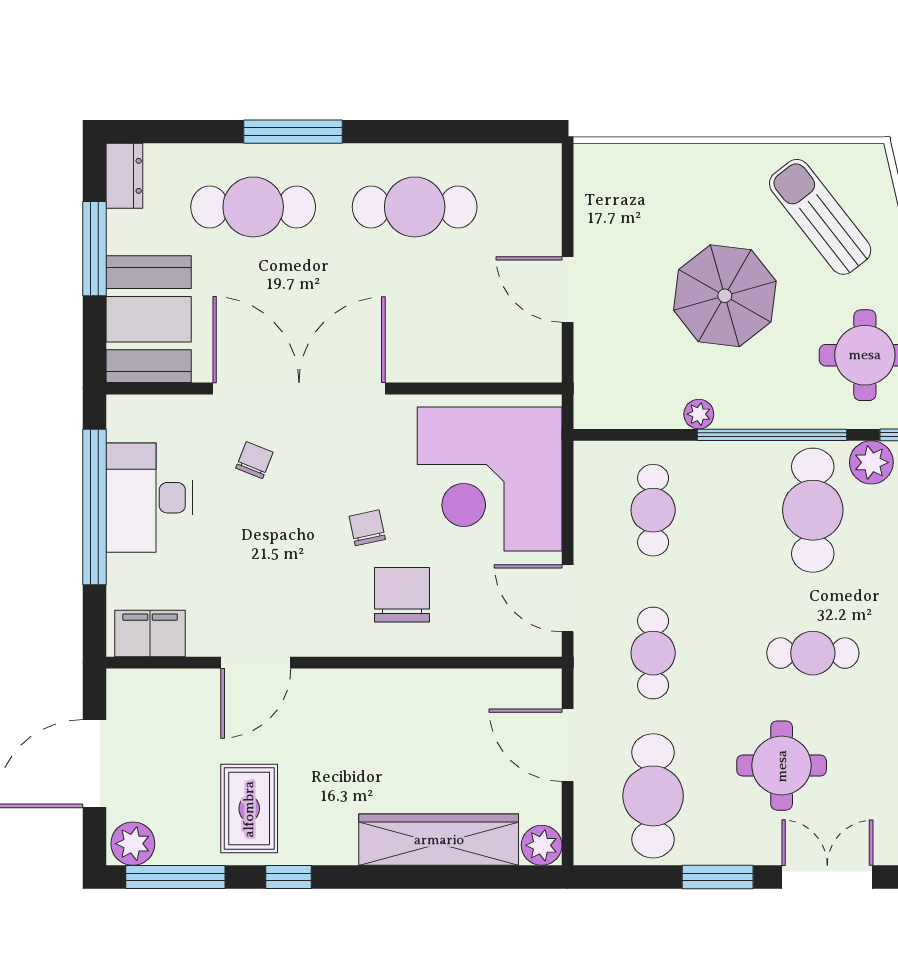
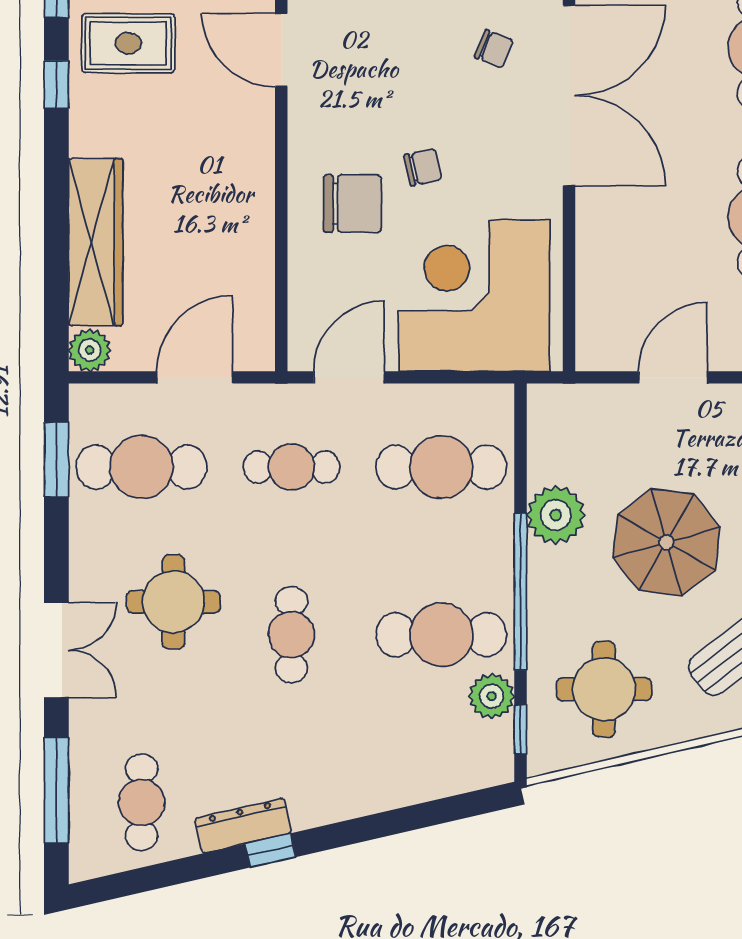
plant: (699, 414) -> (556, 515), width x1.88, depth x1.88
cafe table: (653, 510) -> (441, 467), width x1.37, depth x1.35
window: (718, 877) -> (56, 460), moved

